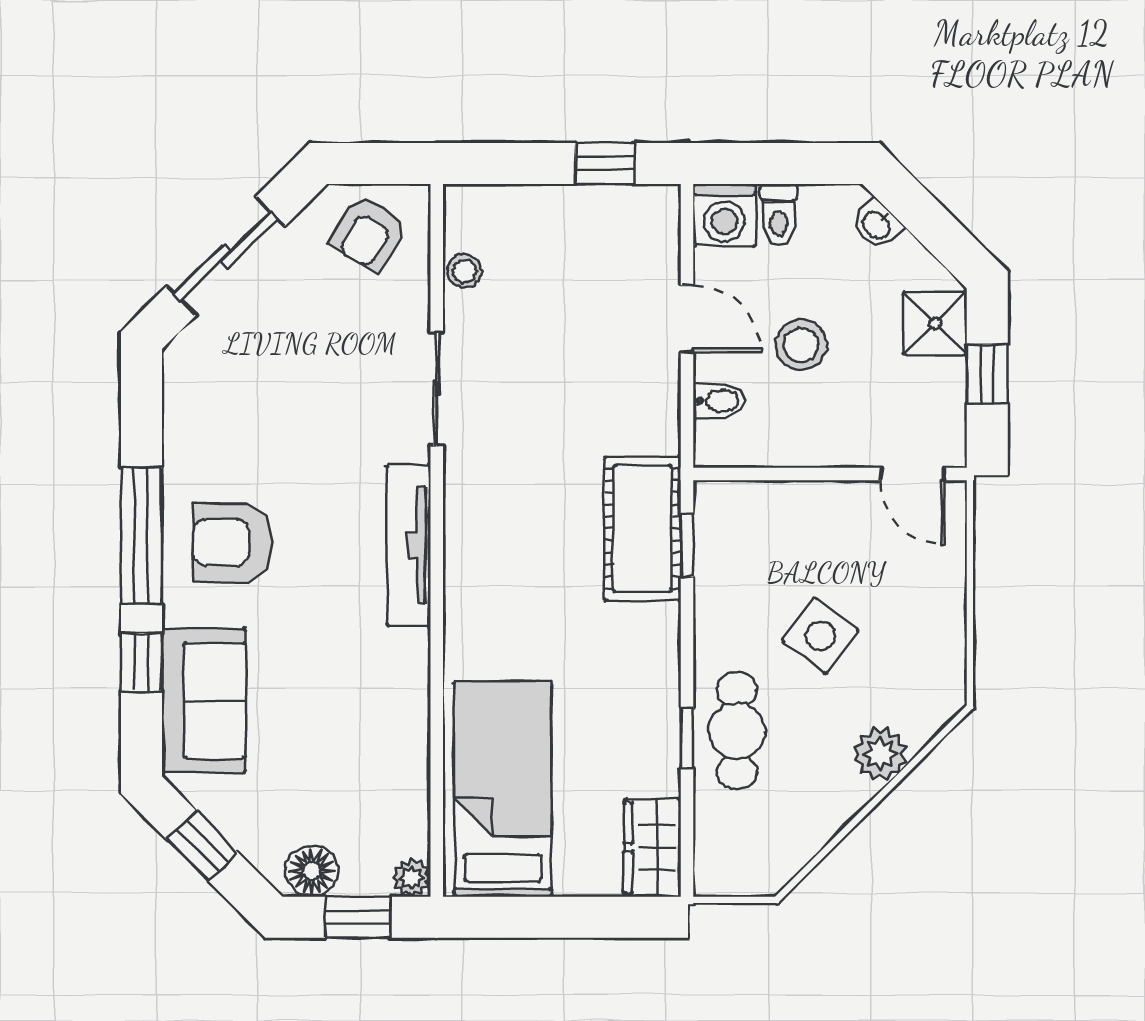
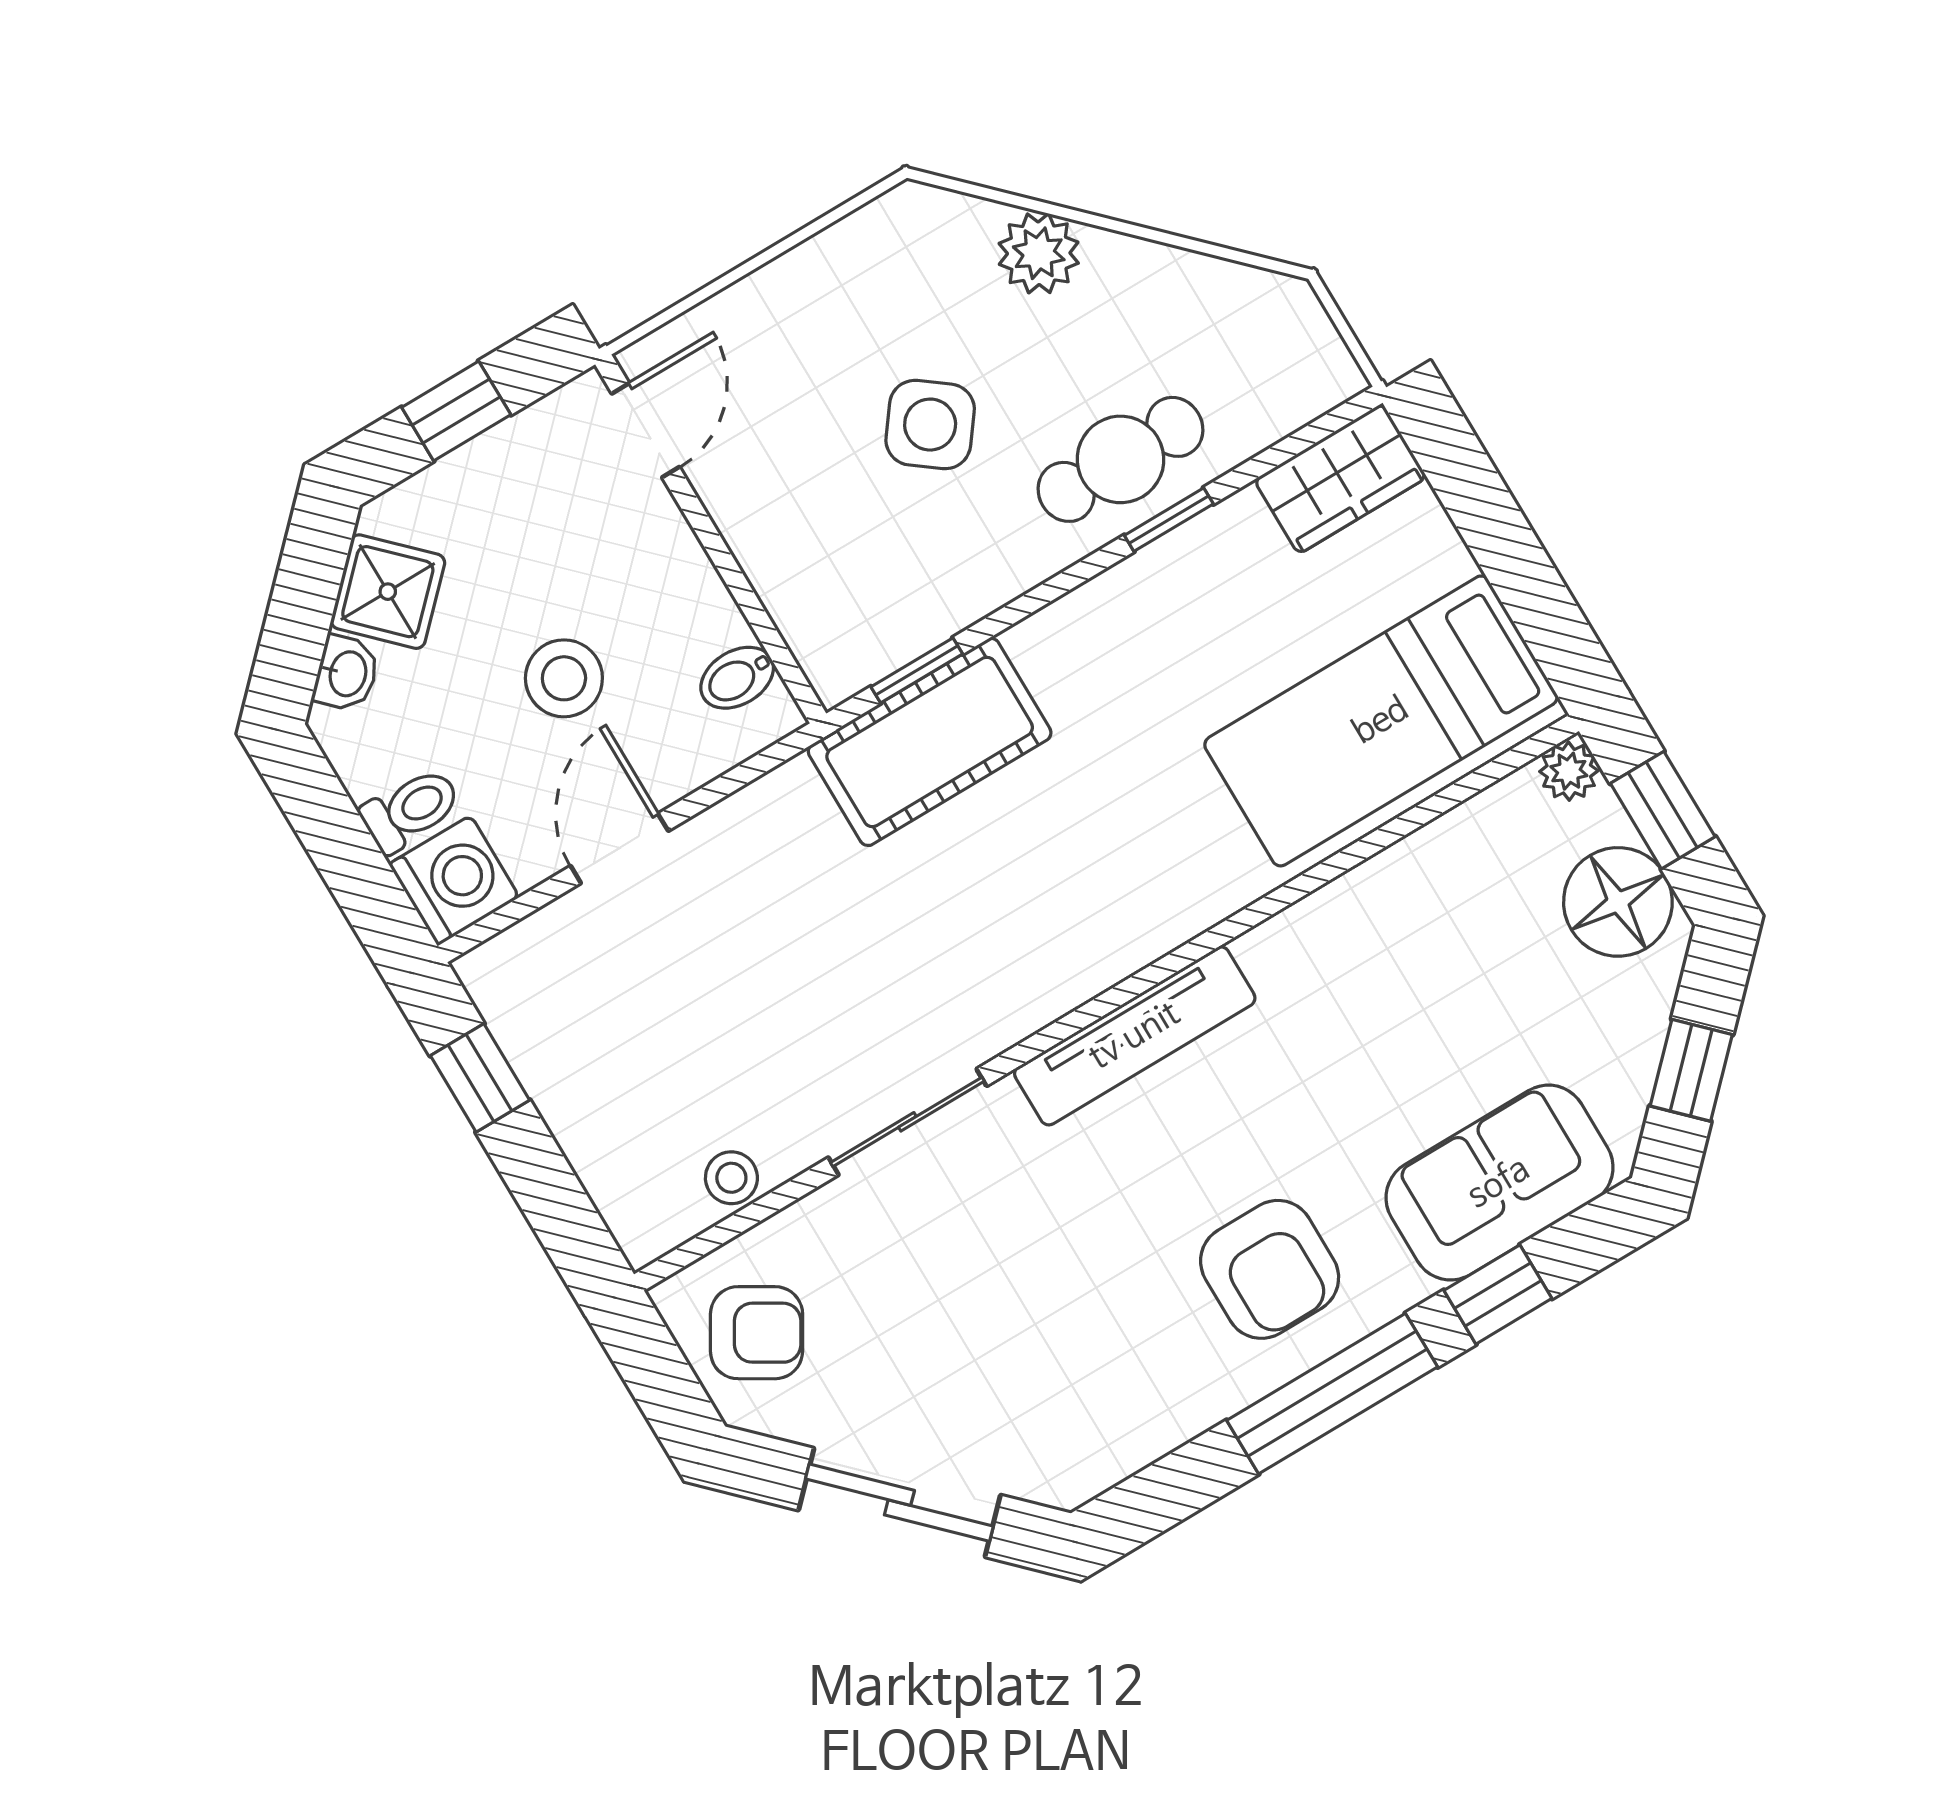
shower: (935, 323) -> (388, 592), moved, turned 45
bidet: (719, 401) -> (737, 678), moved, turned -90
floor lamp: (312, 871) -> (1618, 902), width x1.38, depth x1.38

